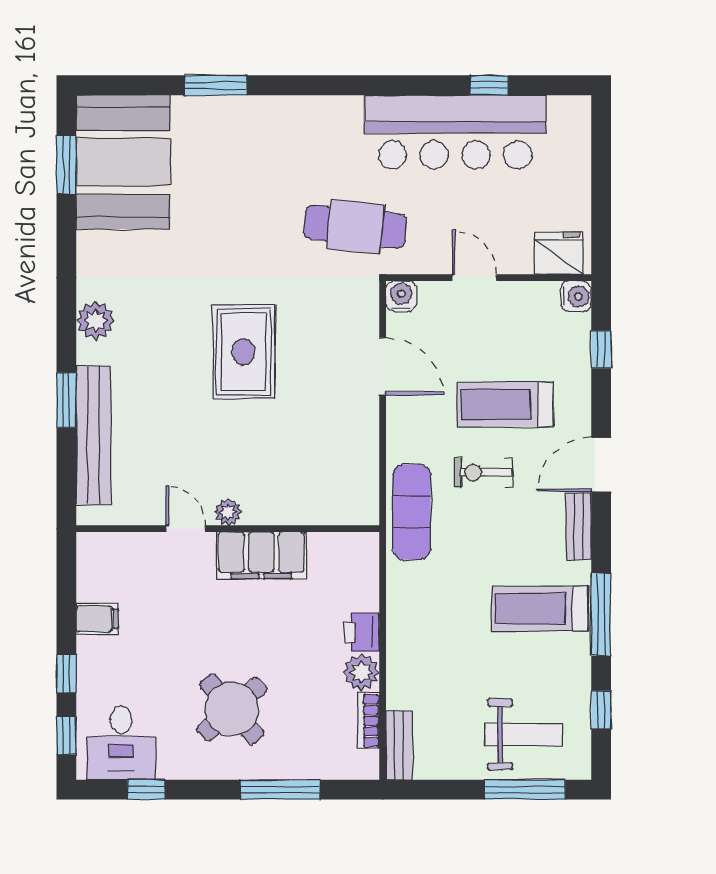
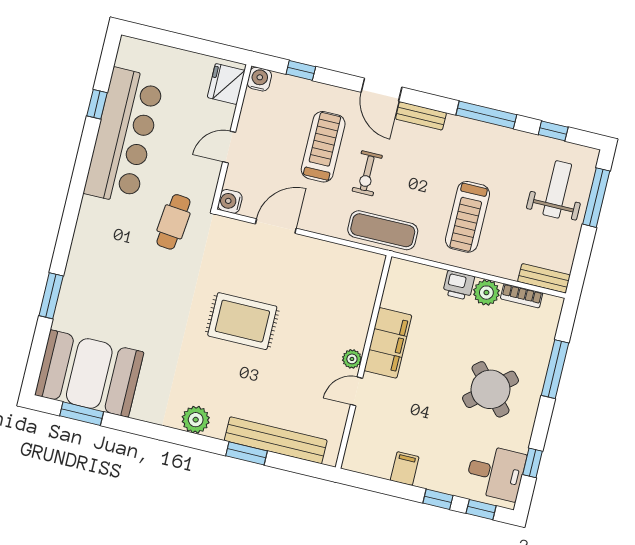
cafe table: (355, 227) -> (173, 222), width x0.73, depth x0.74
treadmill: (505, 404) -> (323, 147), turned 180
treadmill: (540, 608) -> (467, 217), moved

